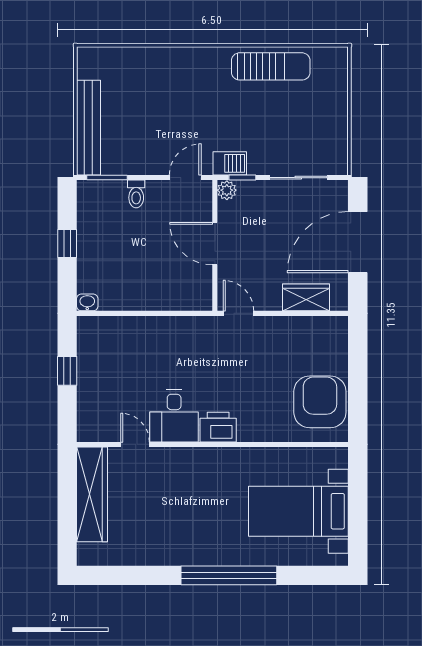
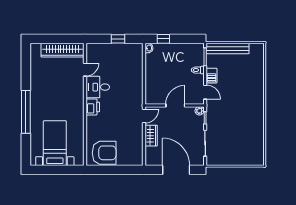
sun lounger: (271, 66) -> (255, 131), removed
barbecue: (230, 163) -> (211, 76), moved
window: (67, 244) -> (163, 39), moved
wardrobe: (306, 297) -> (151, 136), moved

